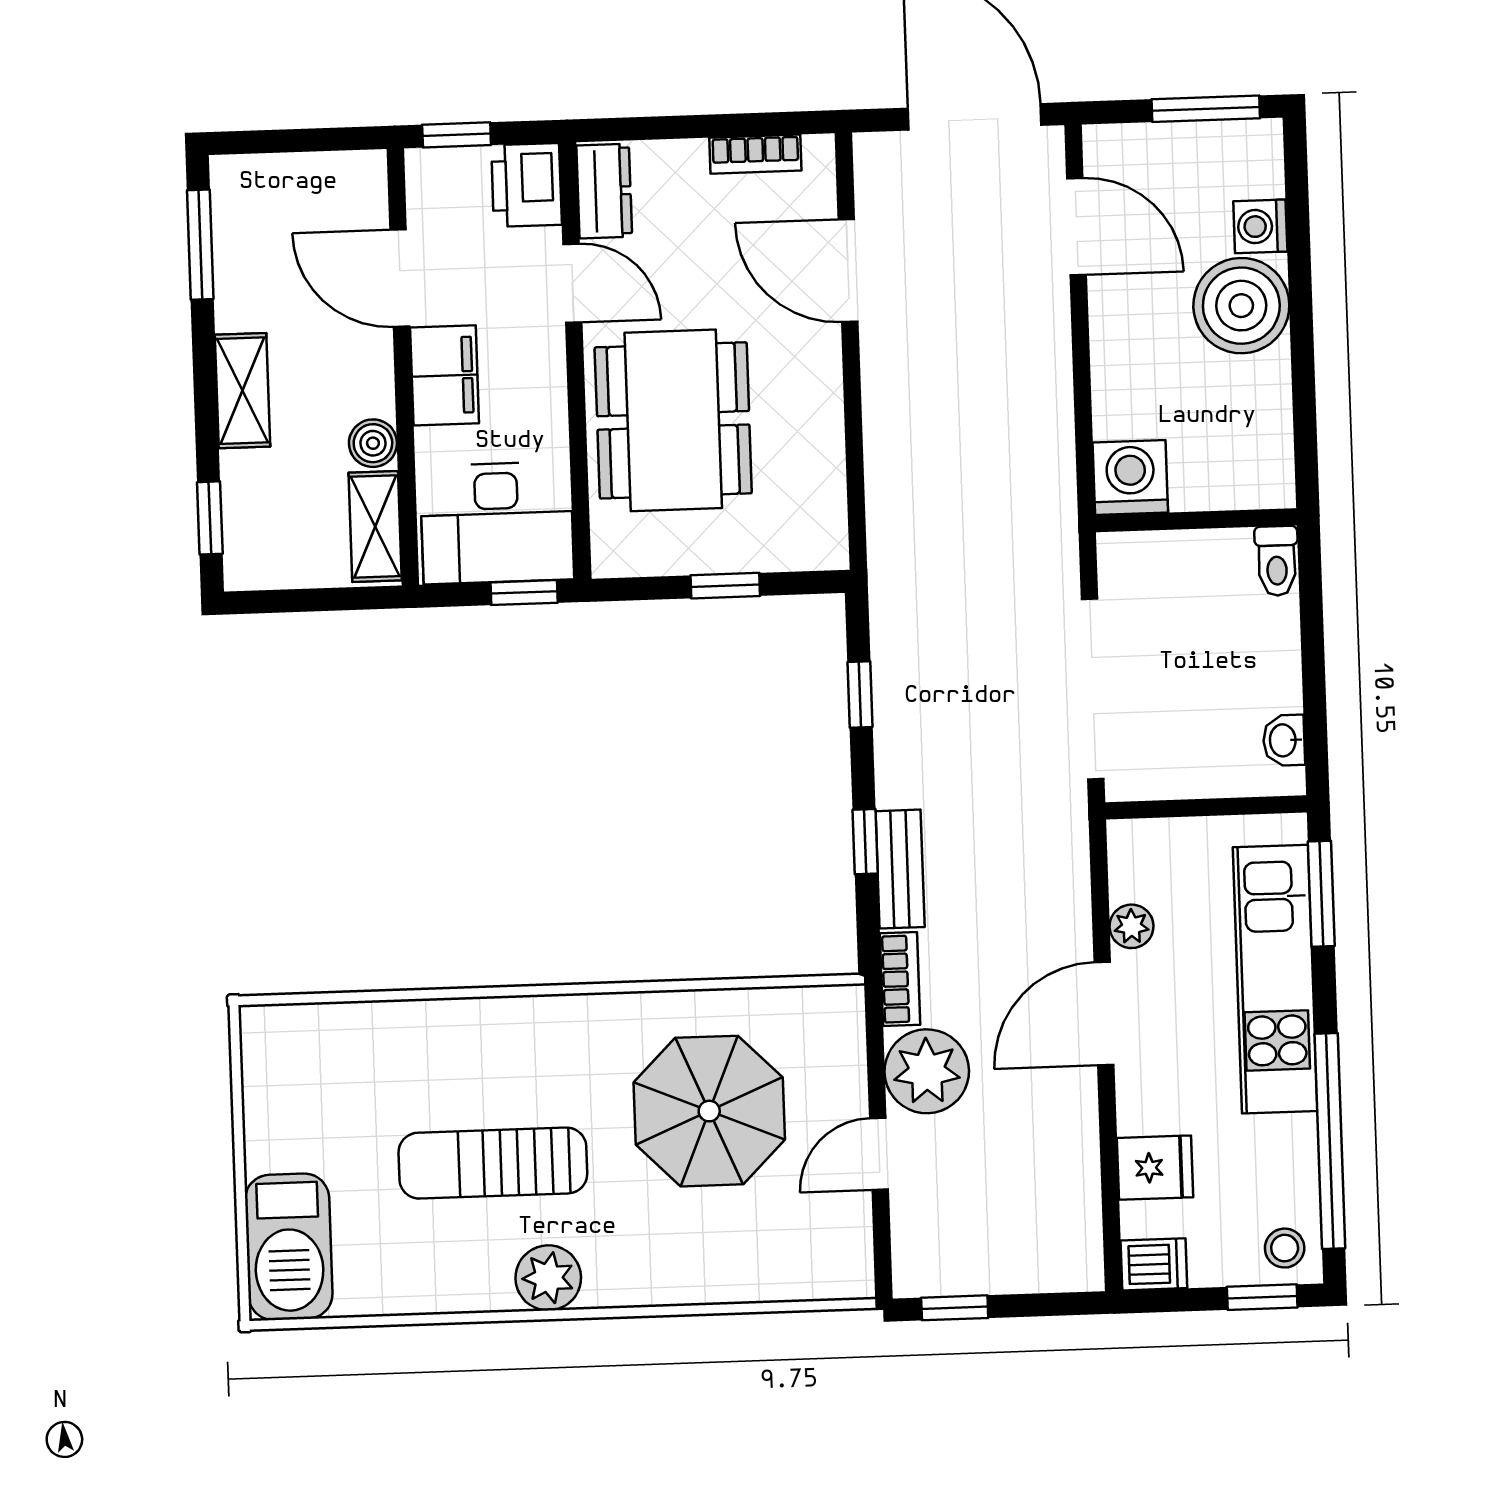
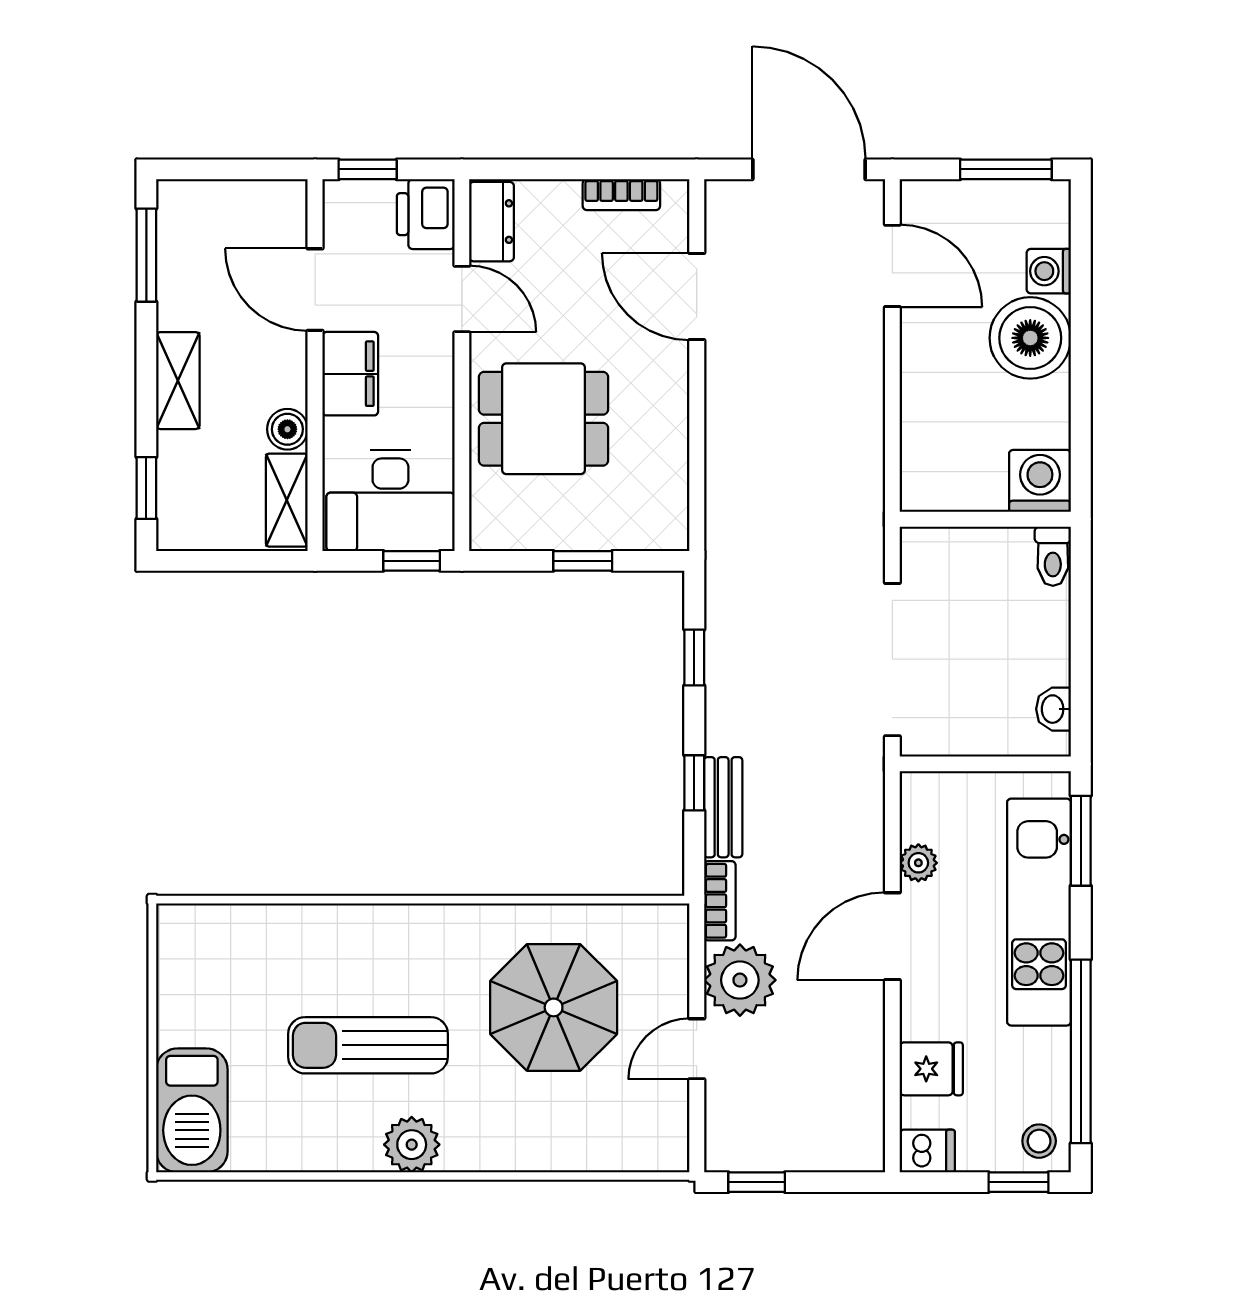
dining table: (673, 420) -> (544, 419), width x0.73
washing machine: (1130, 477) -> (1040, 481), moved

